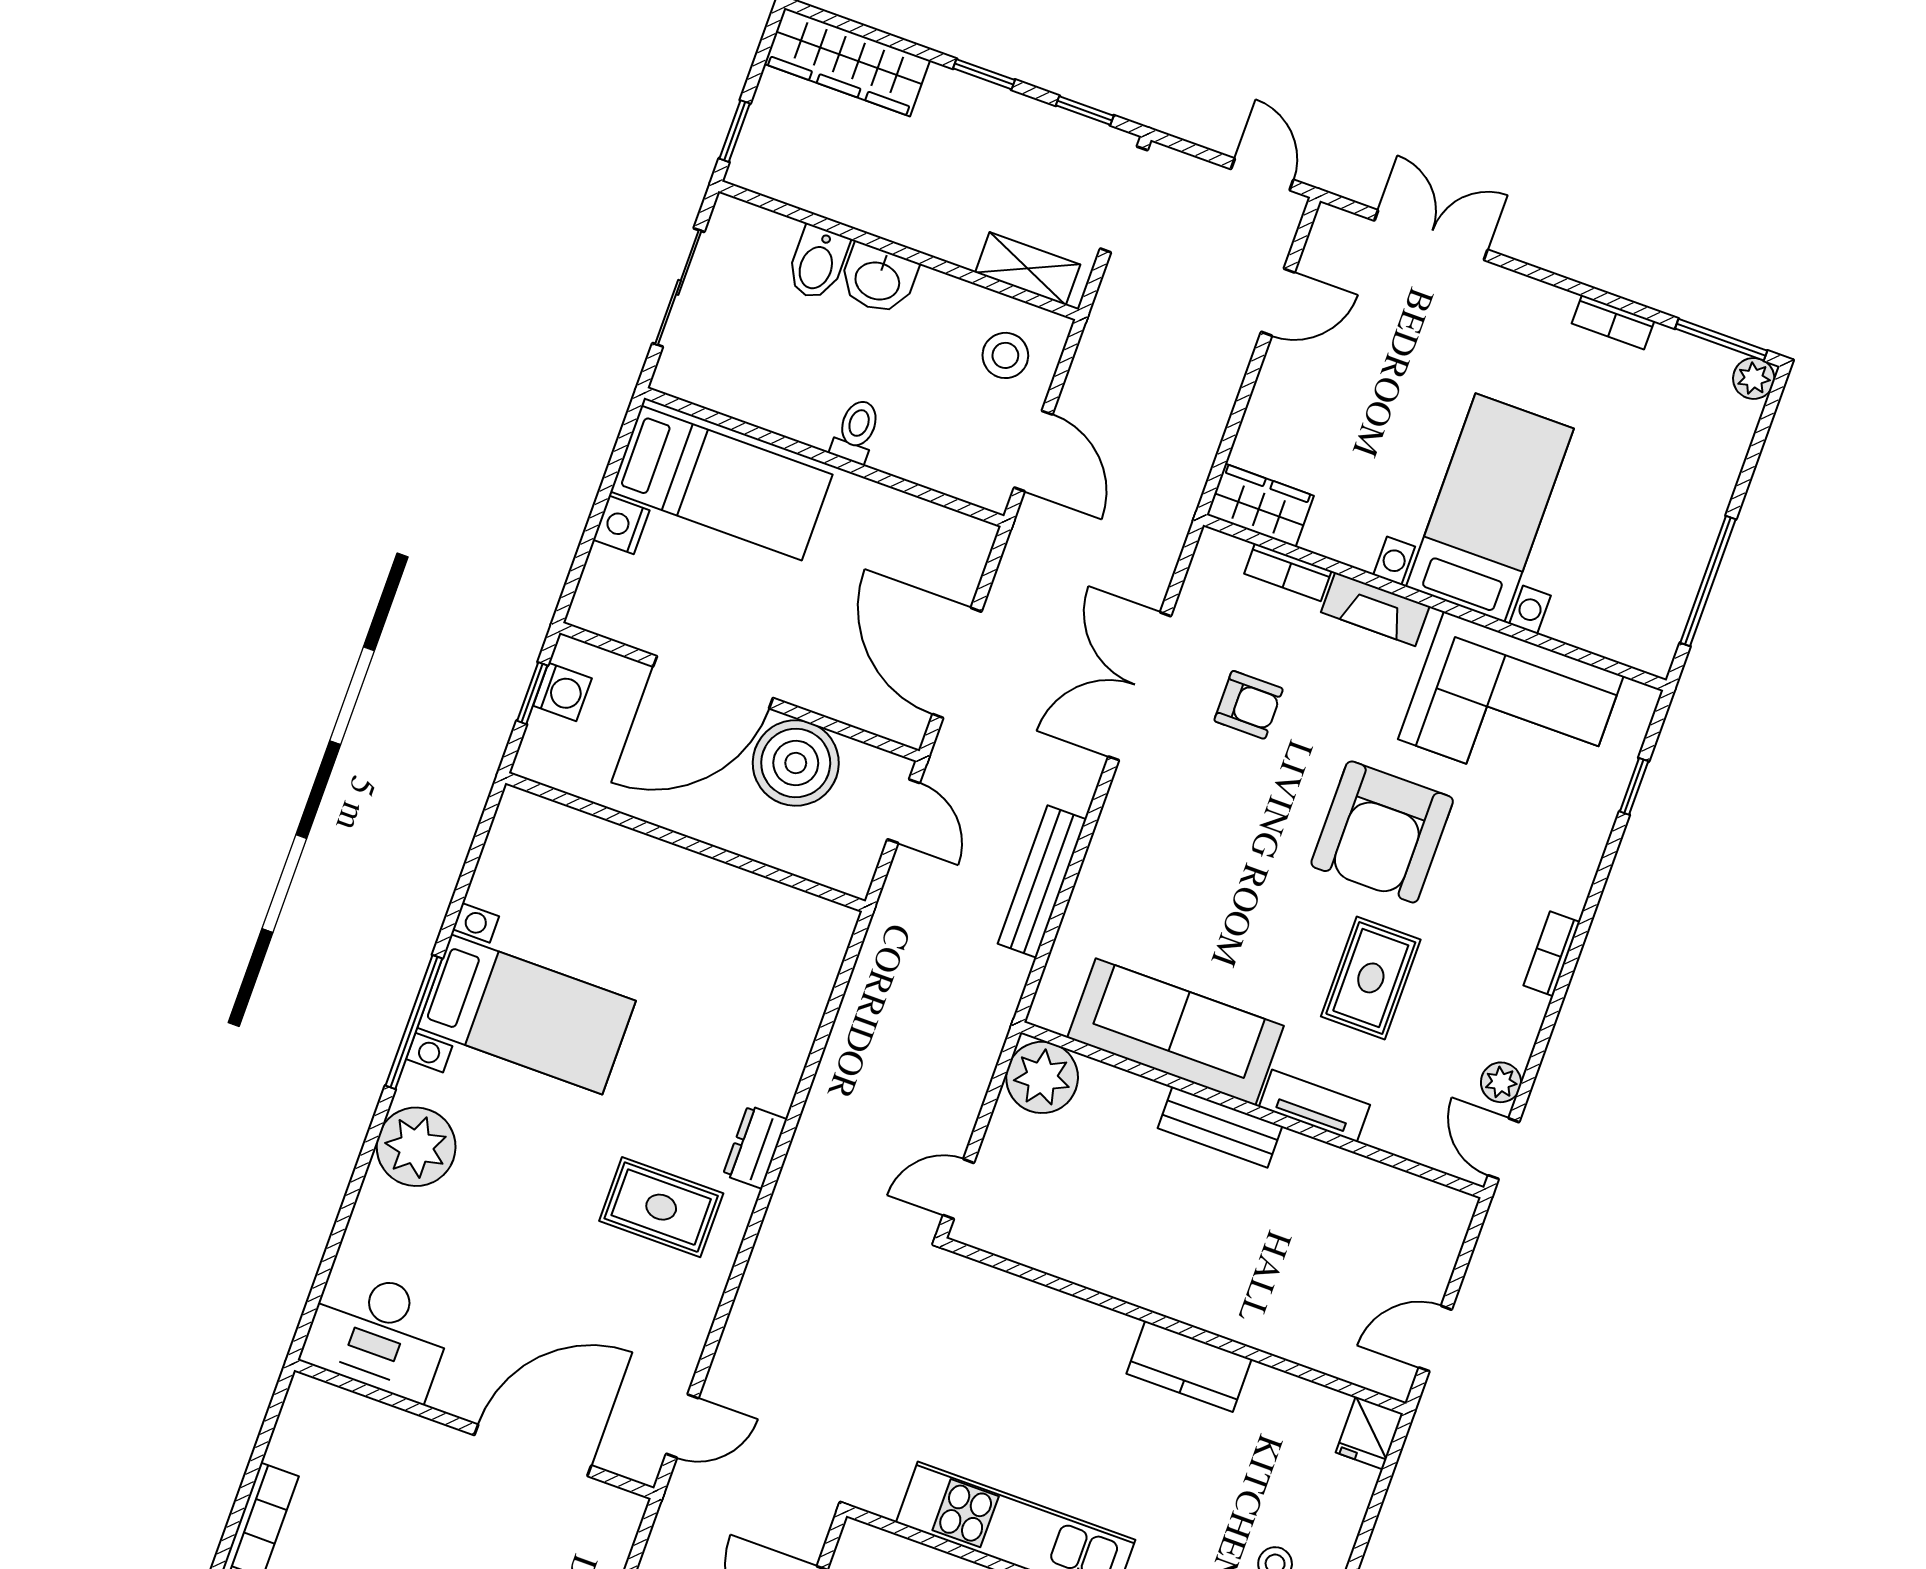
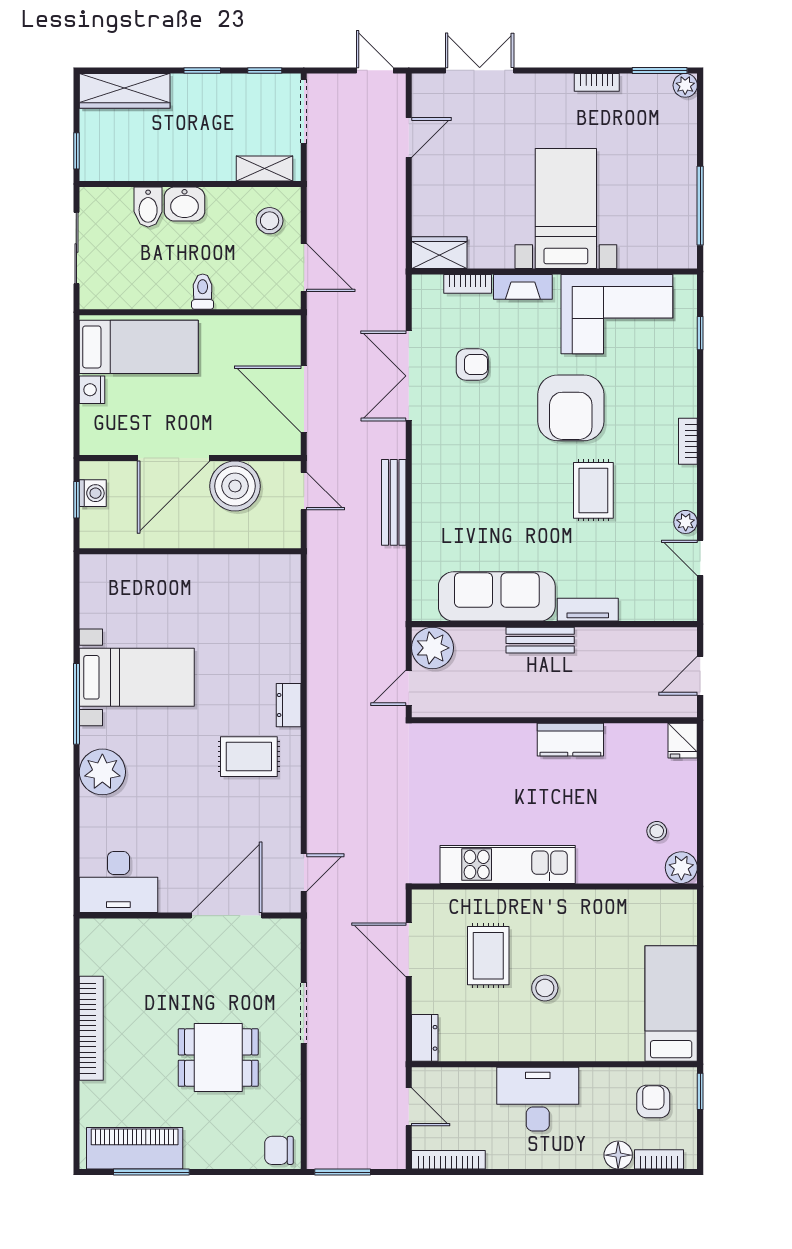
sofa: (1176, 1032) -> (497, 596), moved
plant: (1042, 1077) -> (433, 648), moved
tv unit: (1314, 1106) -> (588, 610), moved
wall: (1252, 1110) -> (554, 624), moved
bench: (1220, 1127) -> (540, 640), moved

